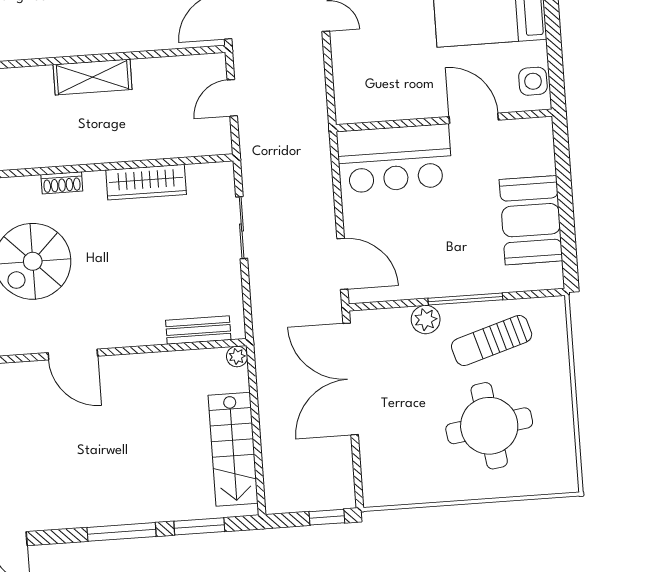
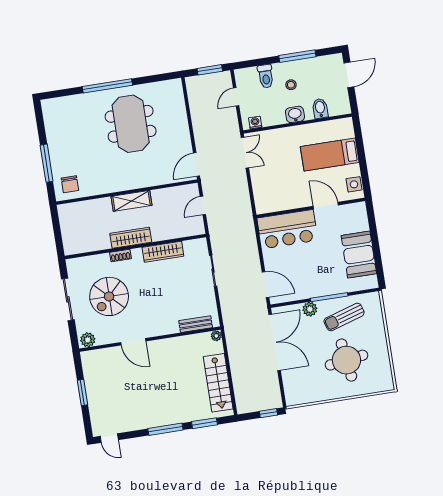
wardrobe: (85, 149) -> (131, 238), added
double door: (351, 379) -> (275, 342), swing flipped

